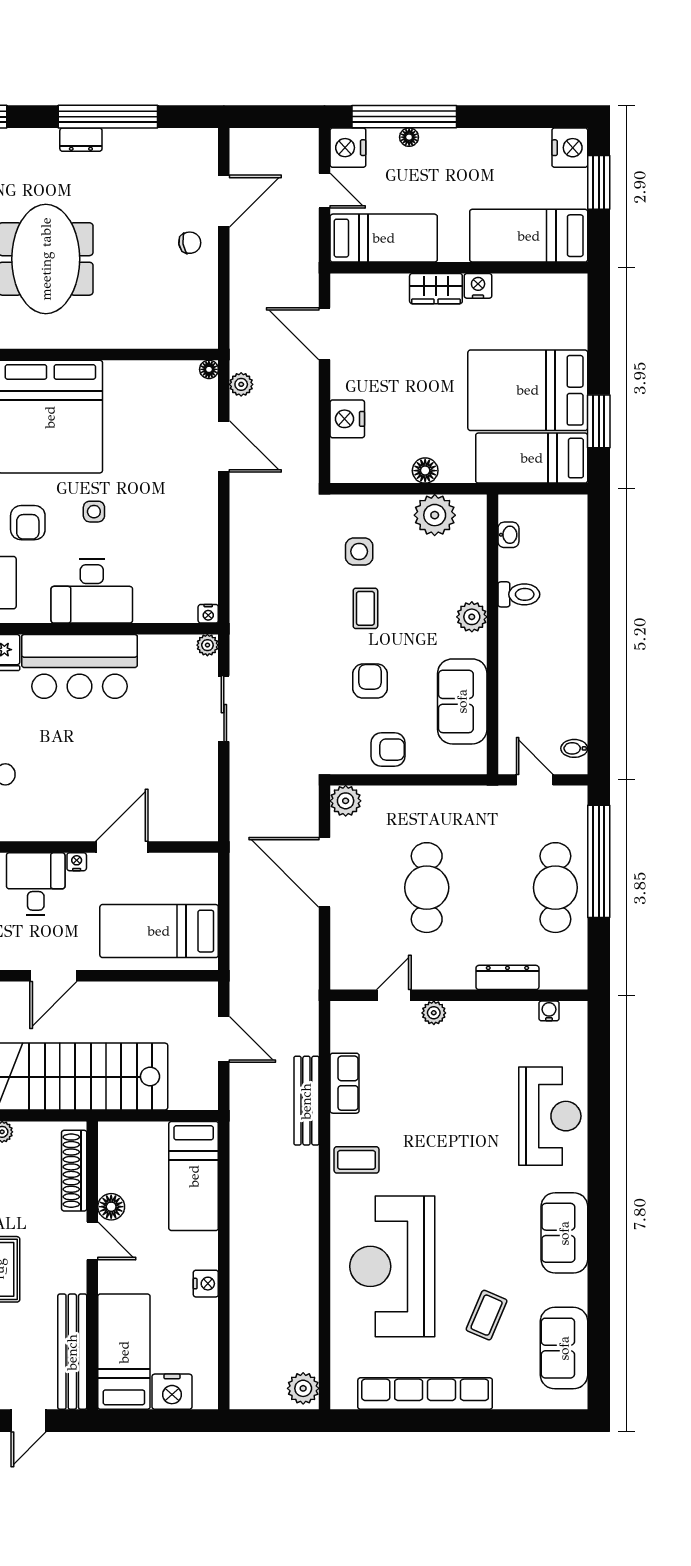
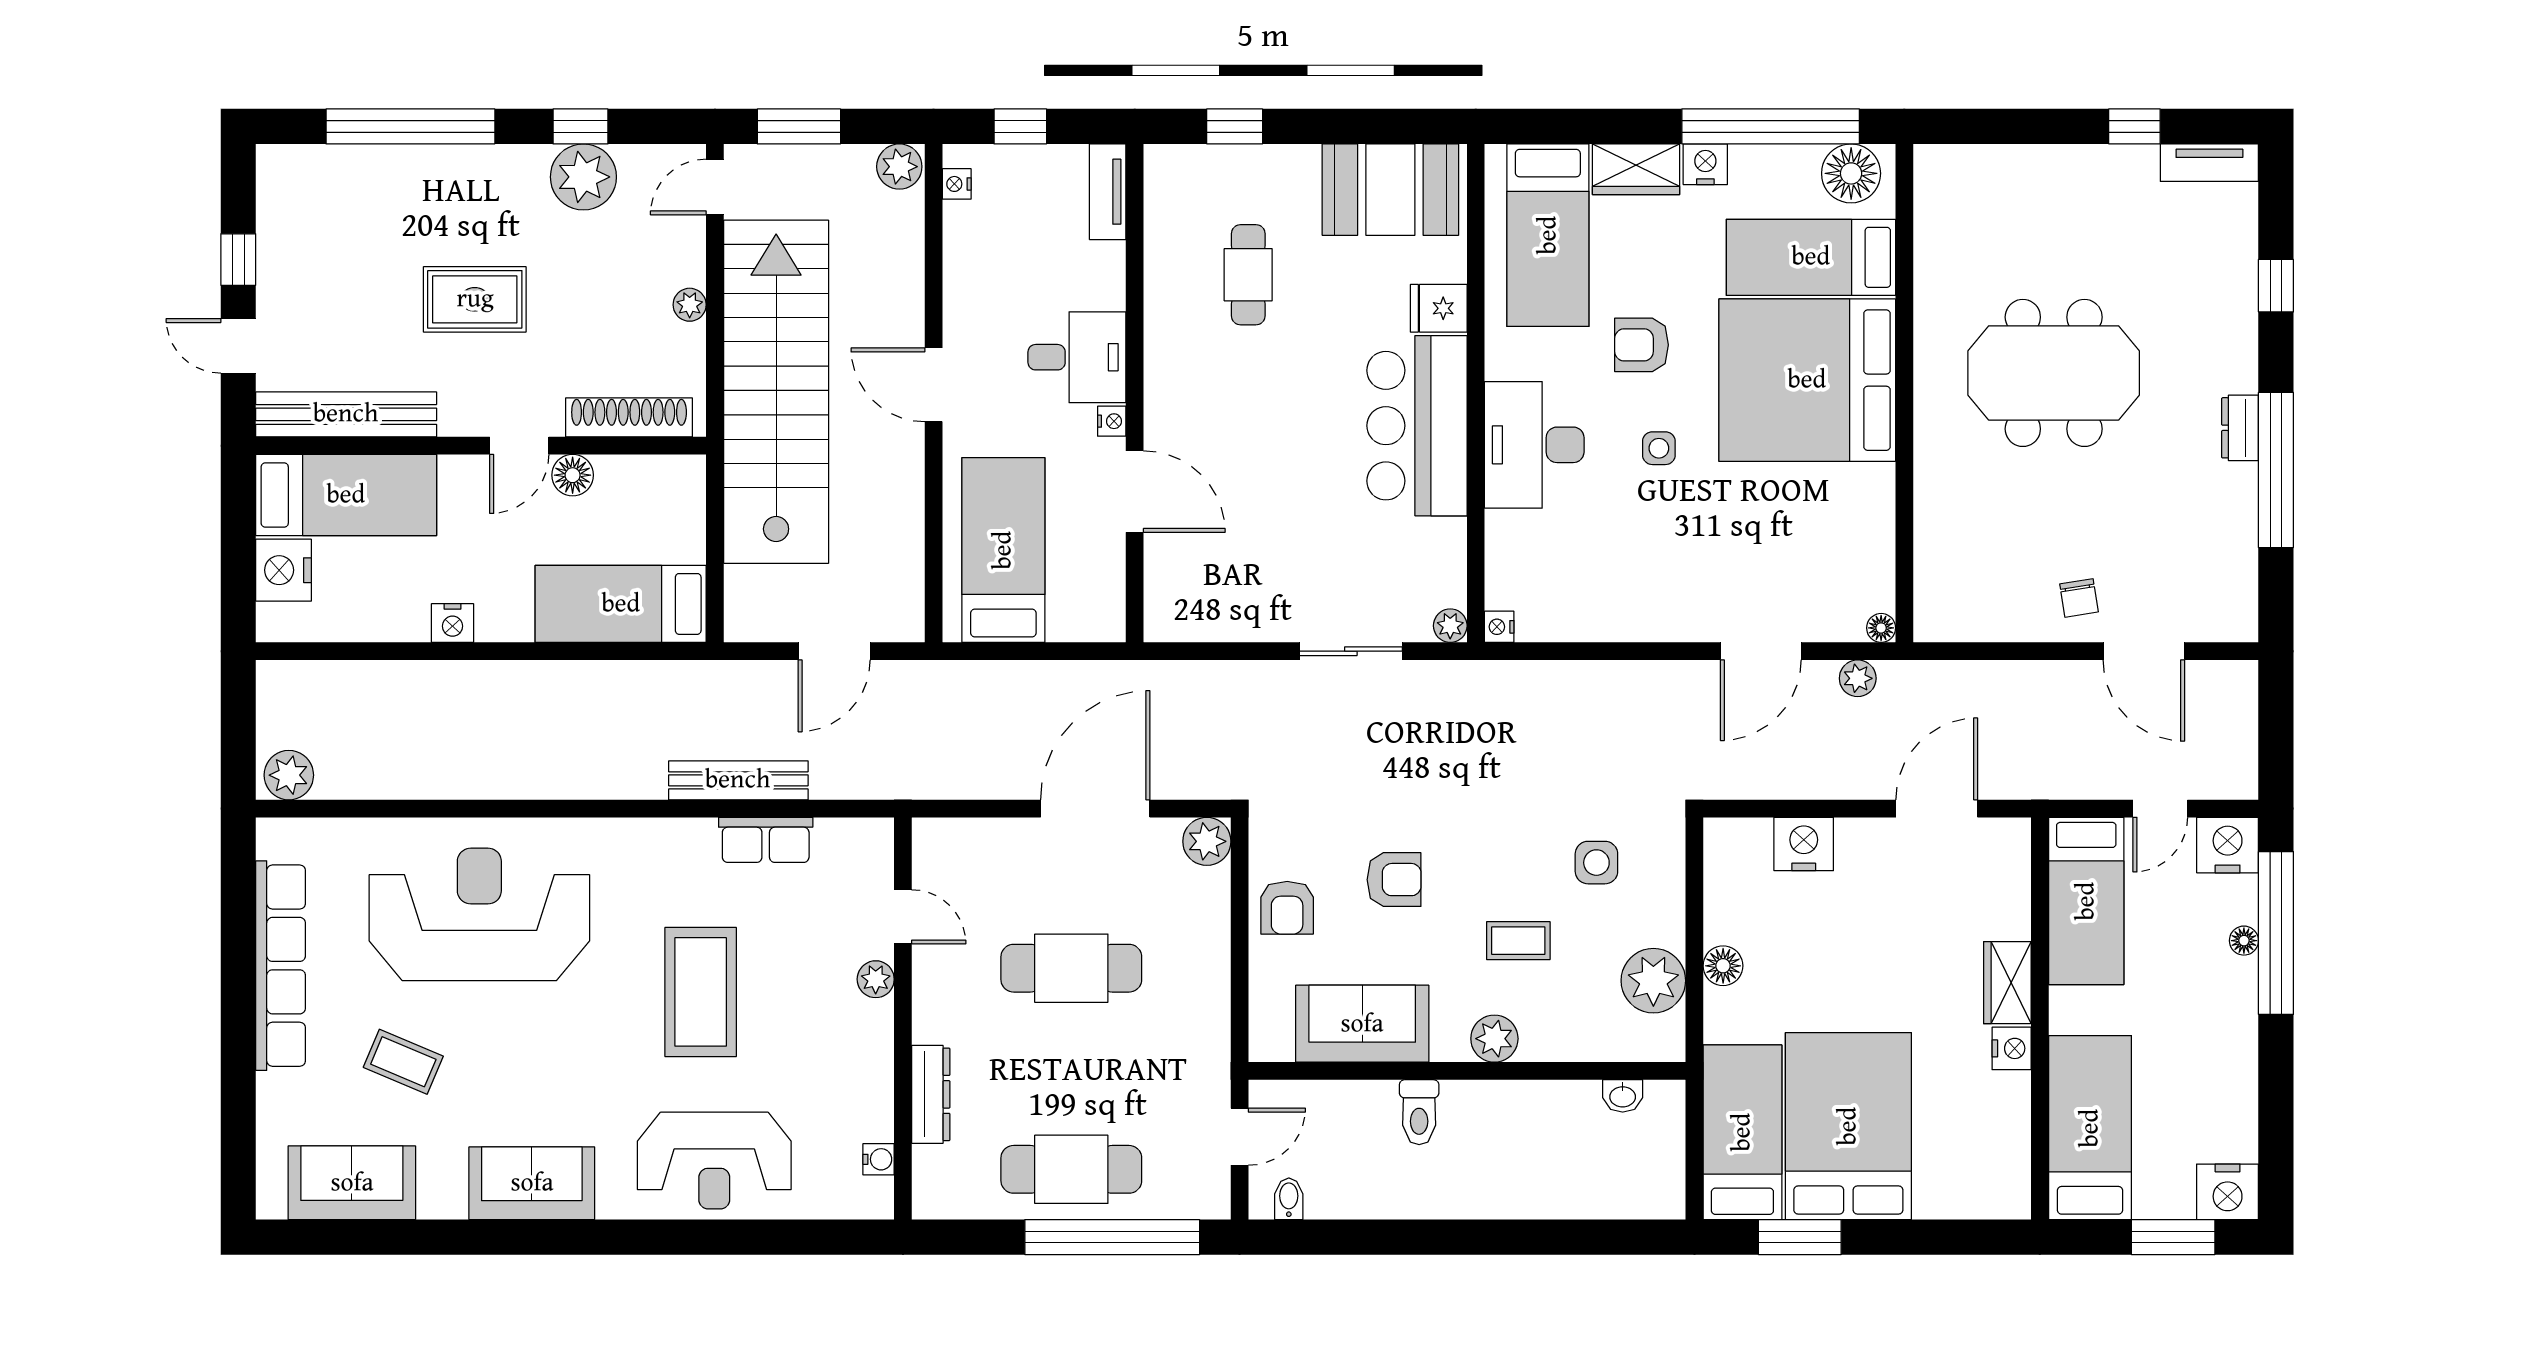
toilet: (519, 594) -> (1419, 1112), moved
coffee table: (365, 608) -> (1518, 941), moved
coffee table: (357, 1160) -> (701, 992), moved, width x1.86, depth x1.72

